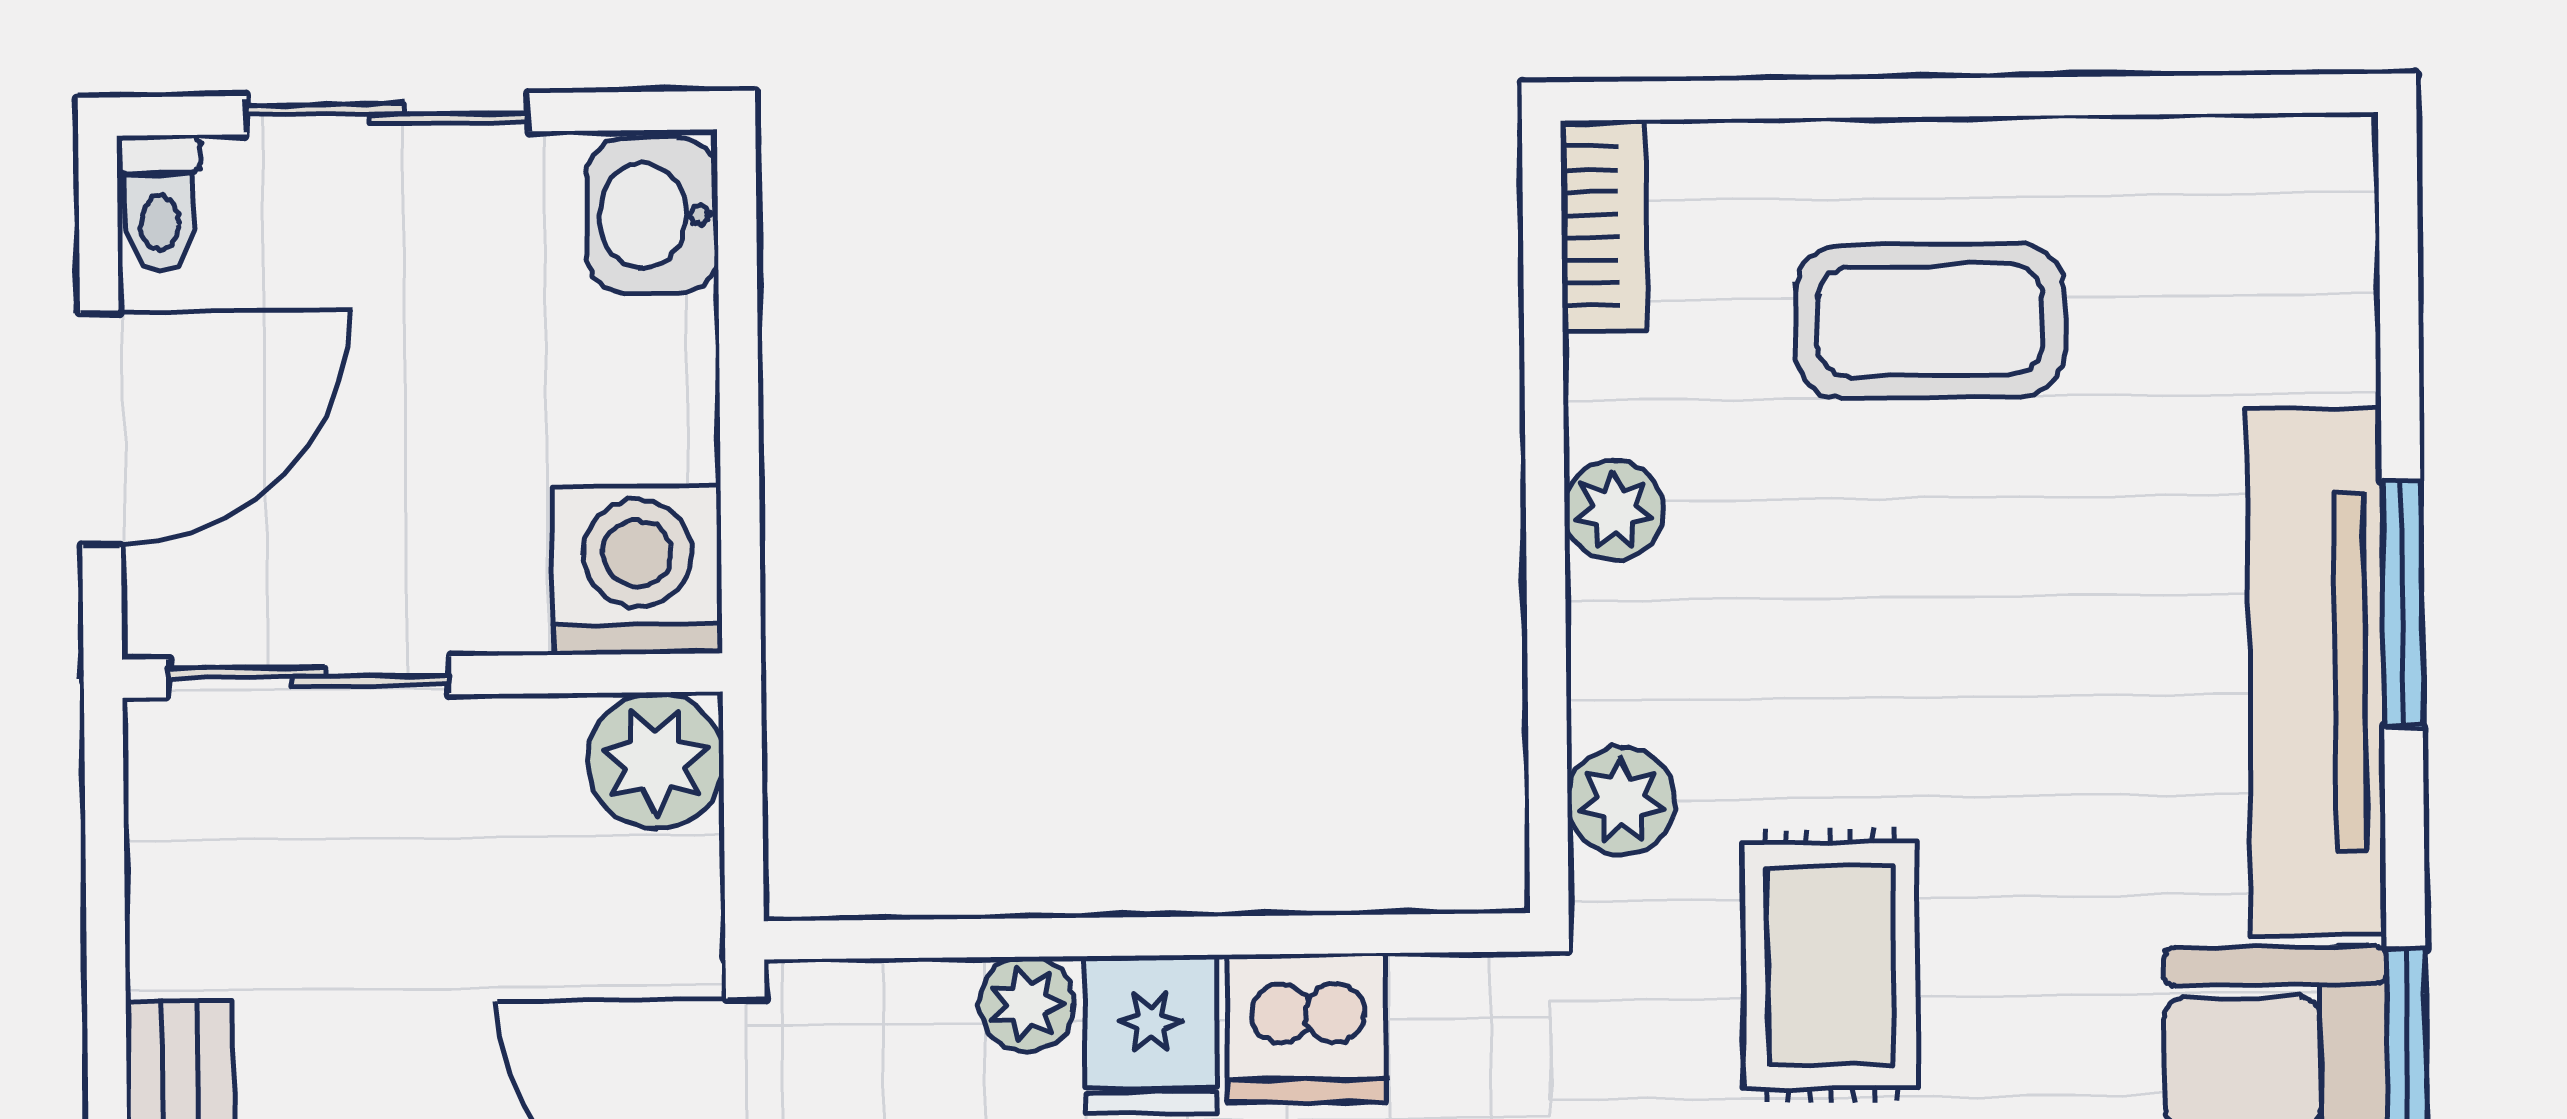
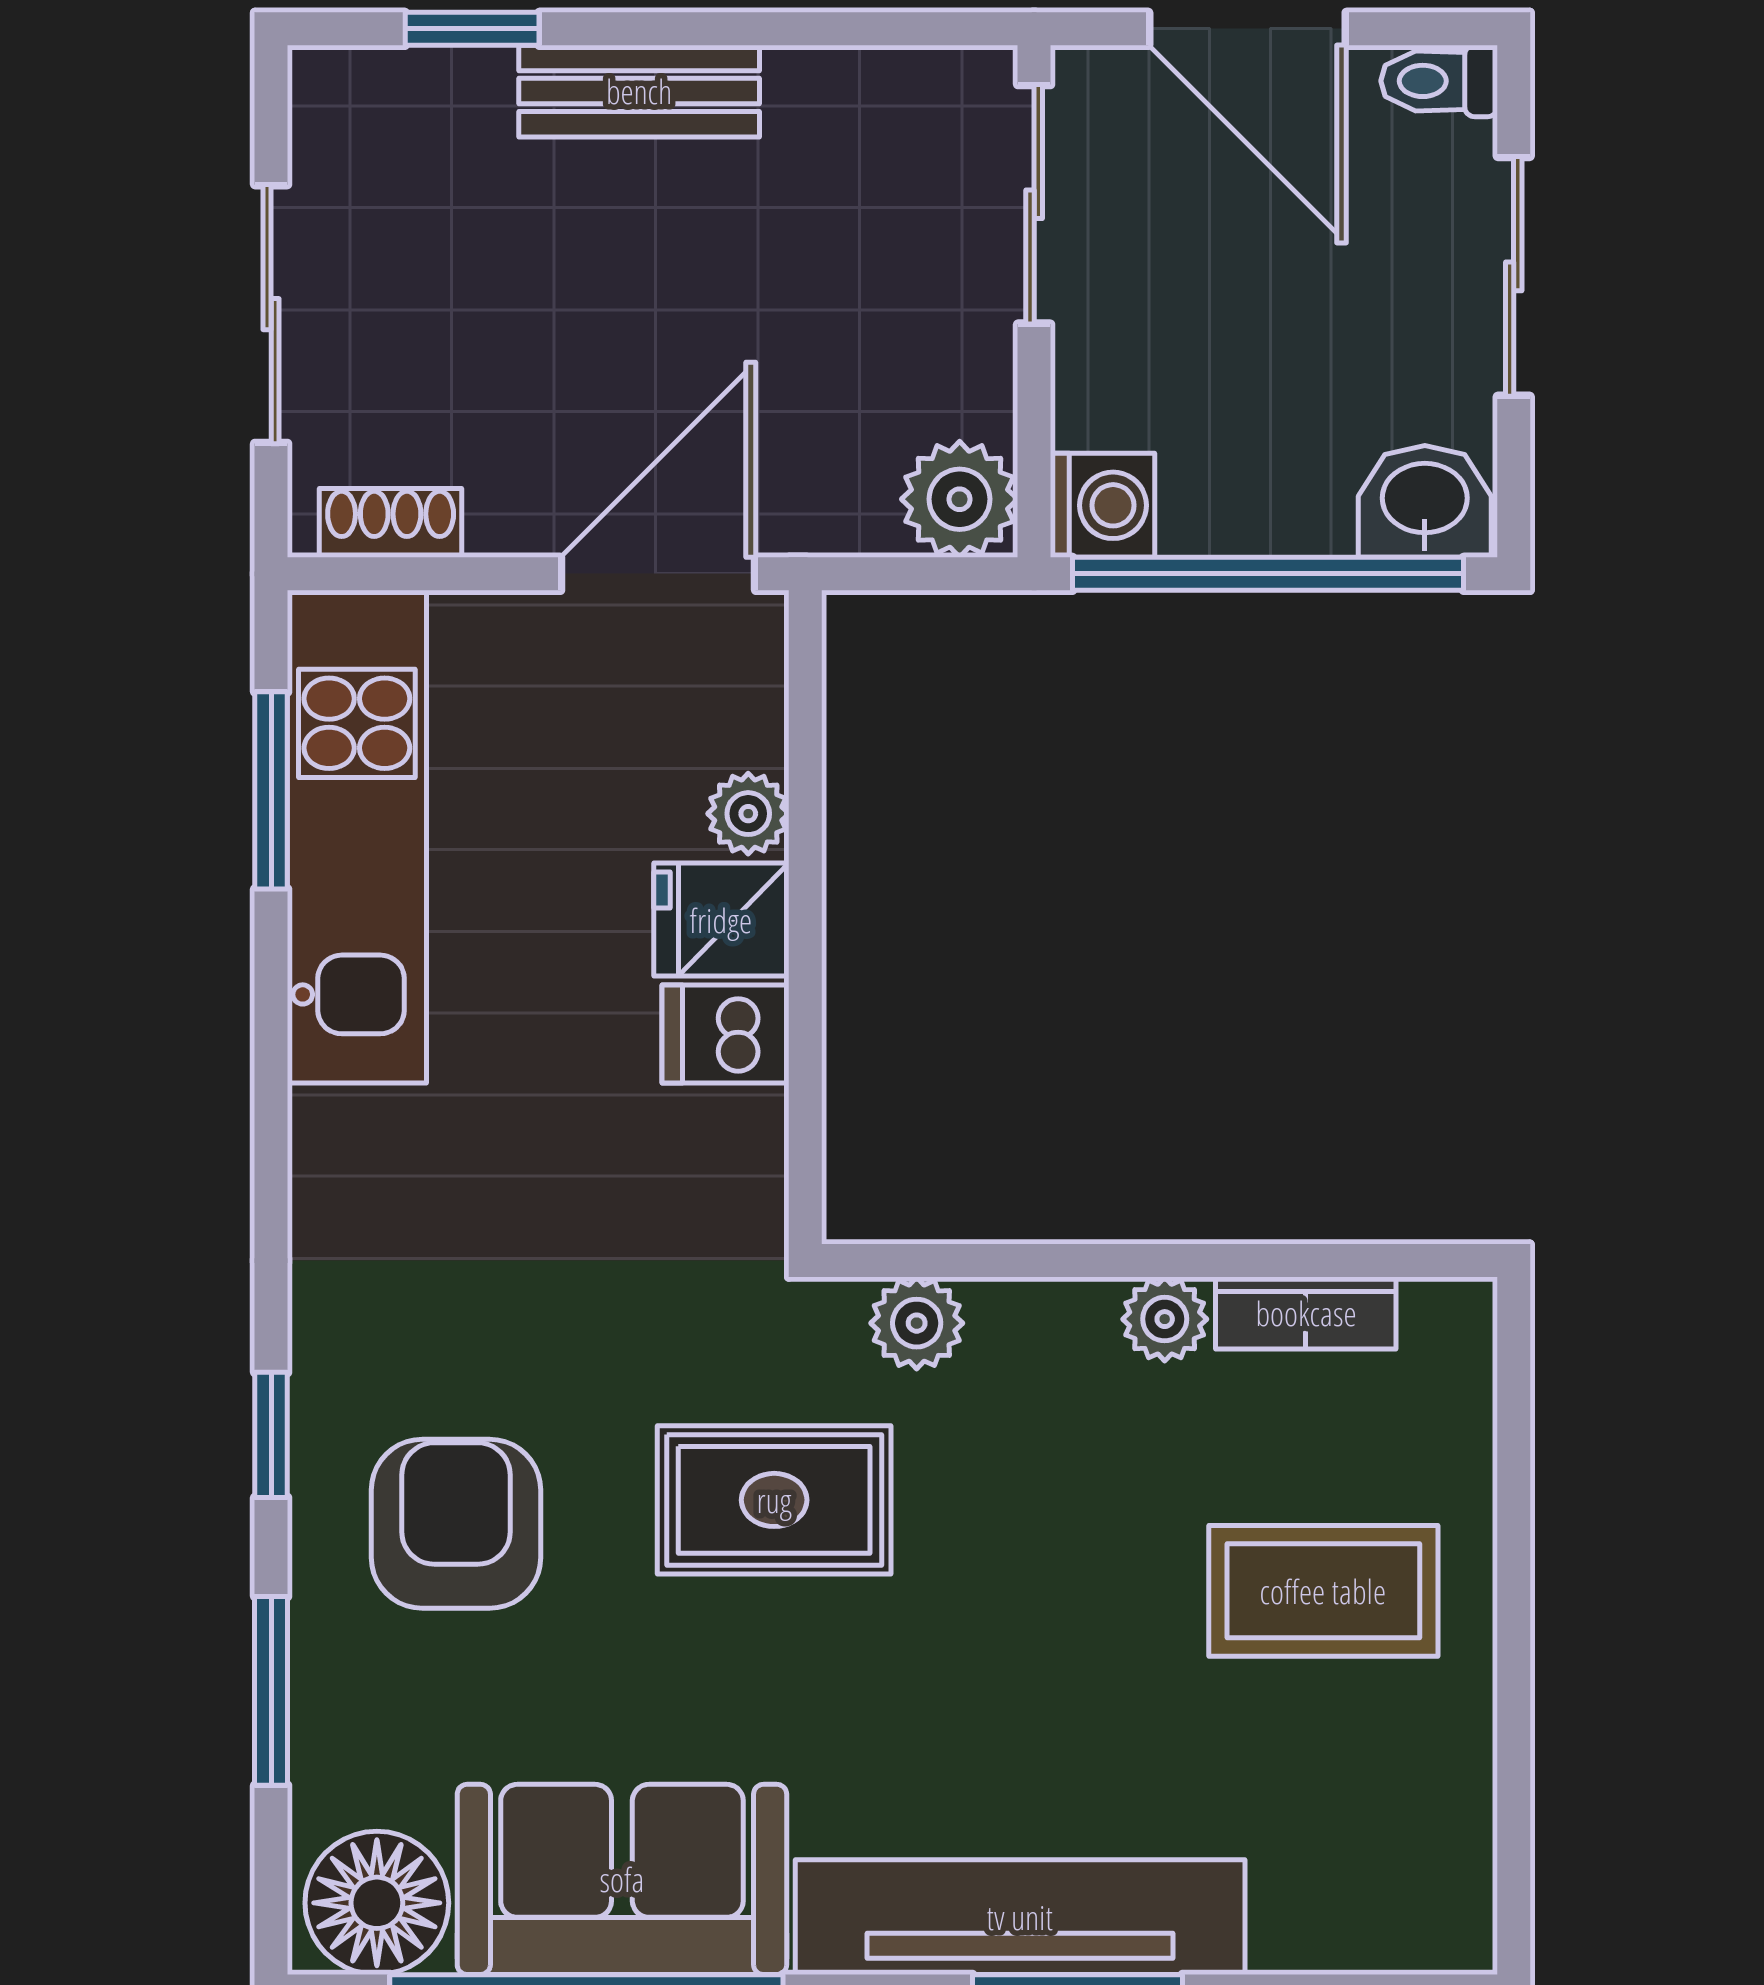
bookcase: (1604, 226) -> (1306, 1313), moved
coffee table: (1930, 321) -> (1323, 1591), turned 90
window: (739, 398) -> (1268, 574), added
washing machine: (637, 570) -> (1103, 505), width x0.73, depth x0.73
dishwasher: (1307, 1028) -> (725, 1034), width x0.73

